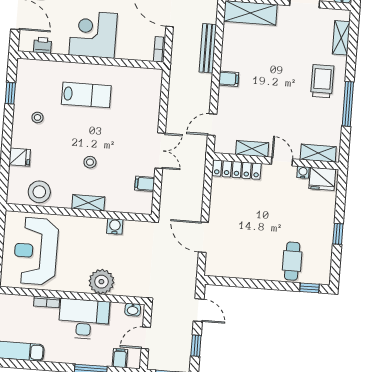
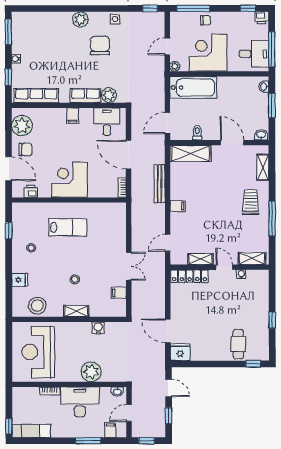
fridge: (322, 179) -> (180, 352), moved, turned 180

